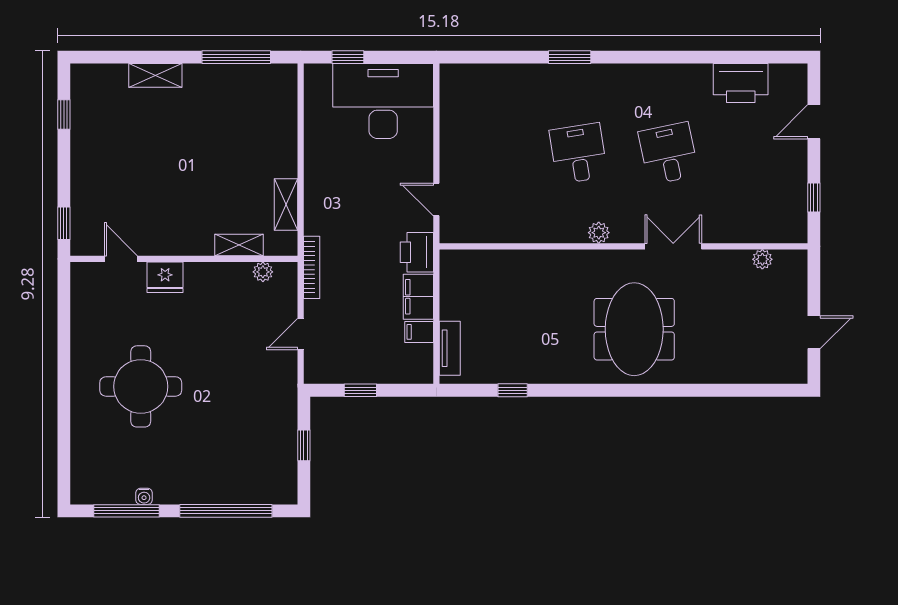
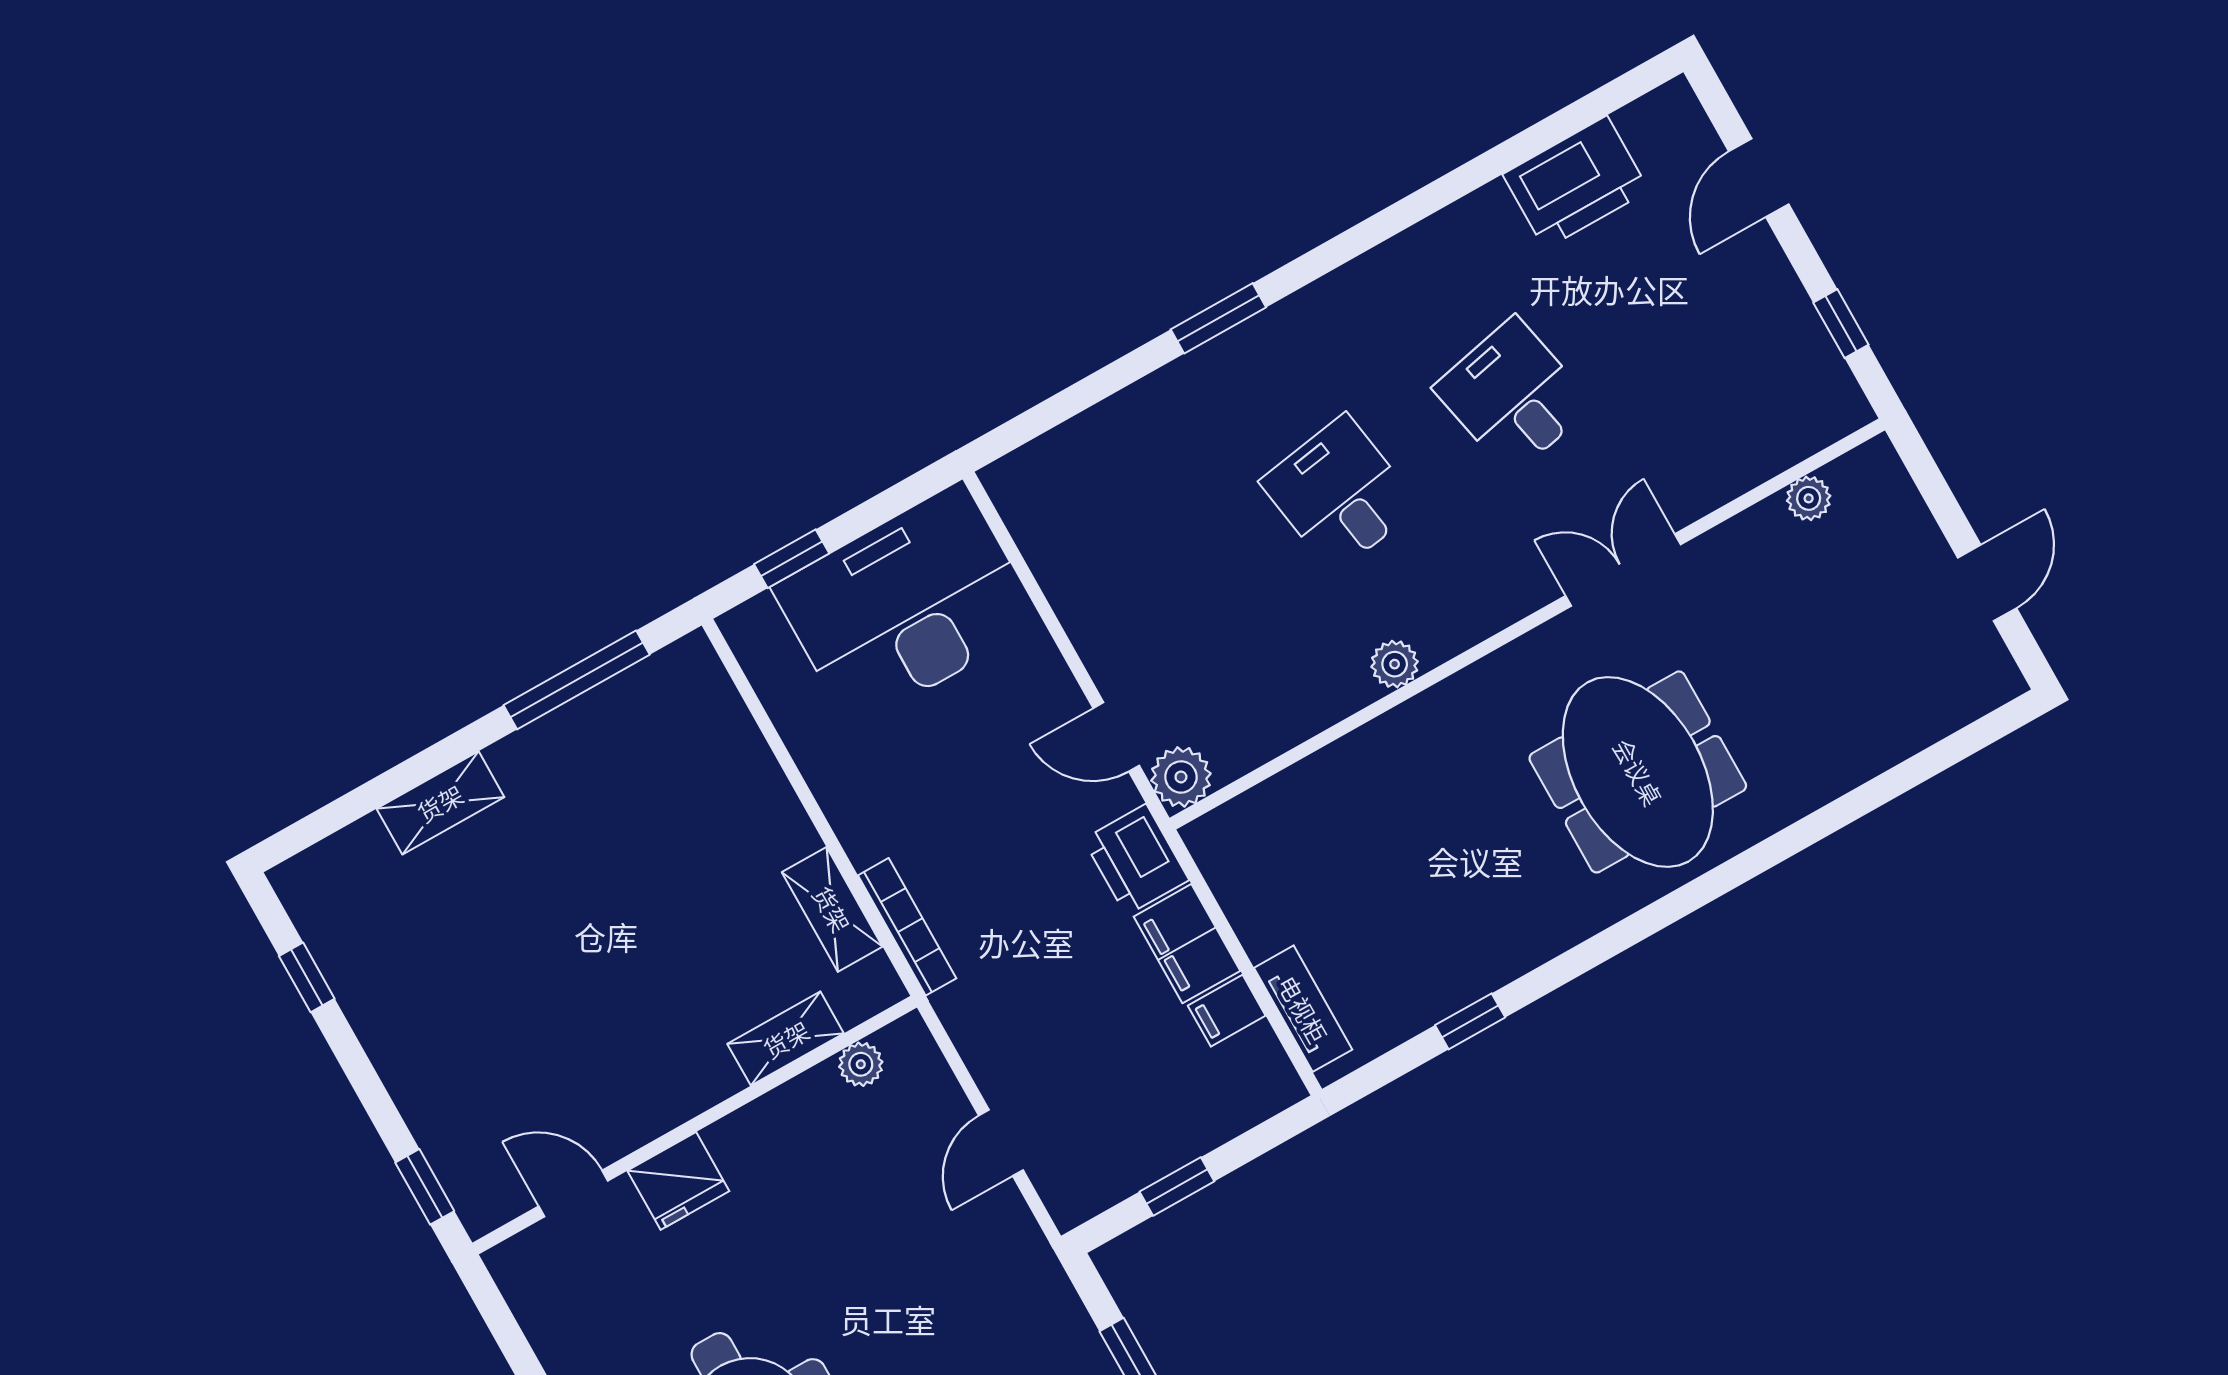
plant: (453, 230) -> (1181, 777), added
plant: (599, 233) -> (1395, 664), moved
bookcase: (312, 267) -> (907, 927), moved

